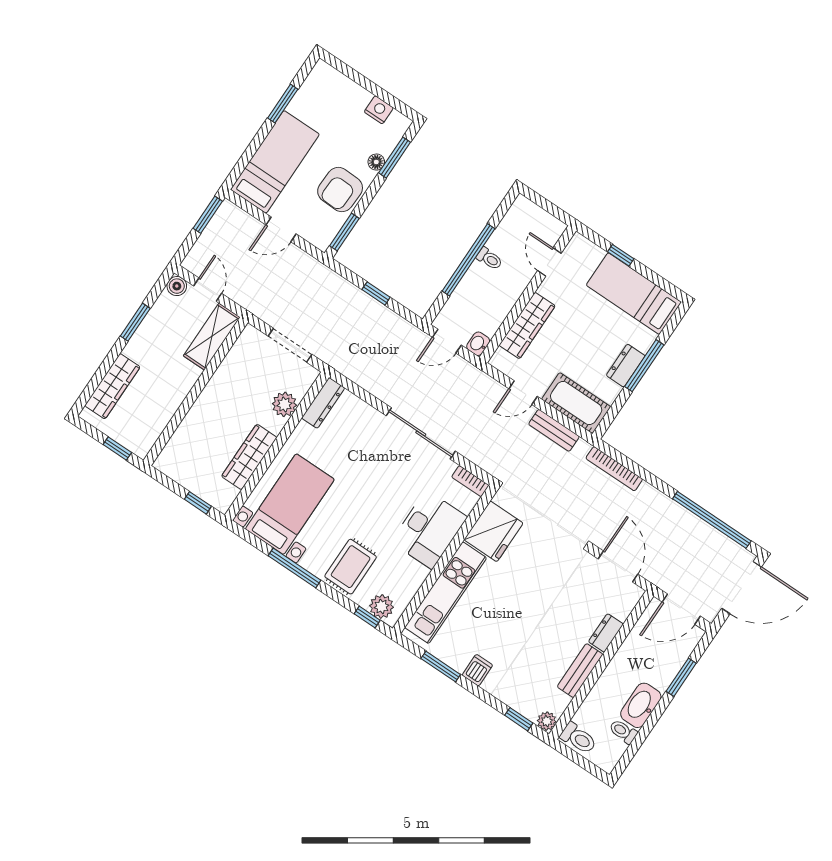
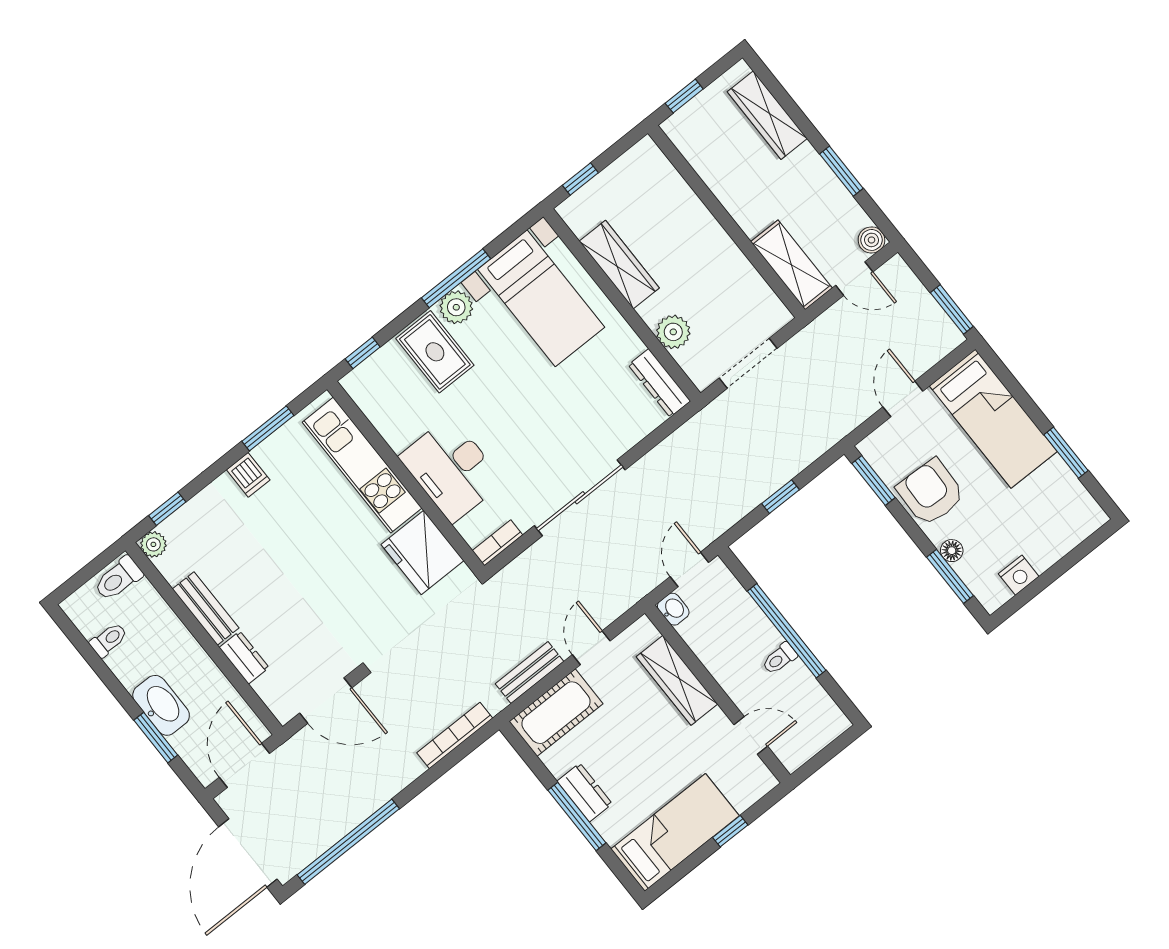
plant: (382, 606) -> (456, 307), moved
washbasin: (641, 705) -> (161, 705), moved

